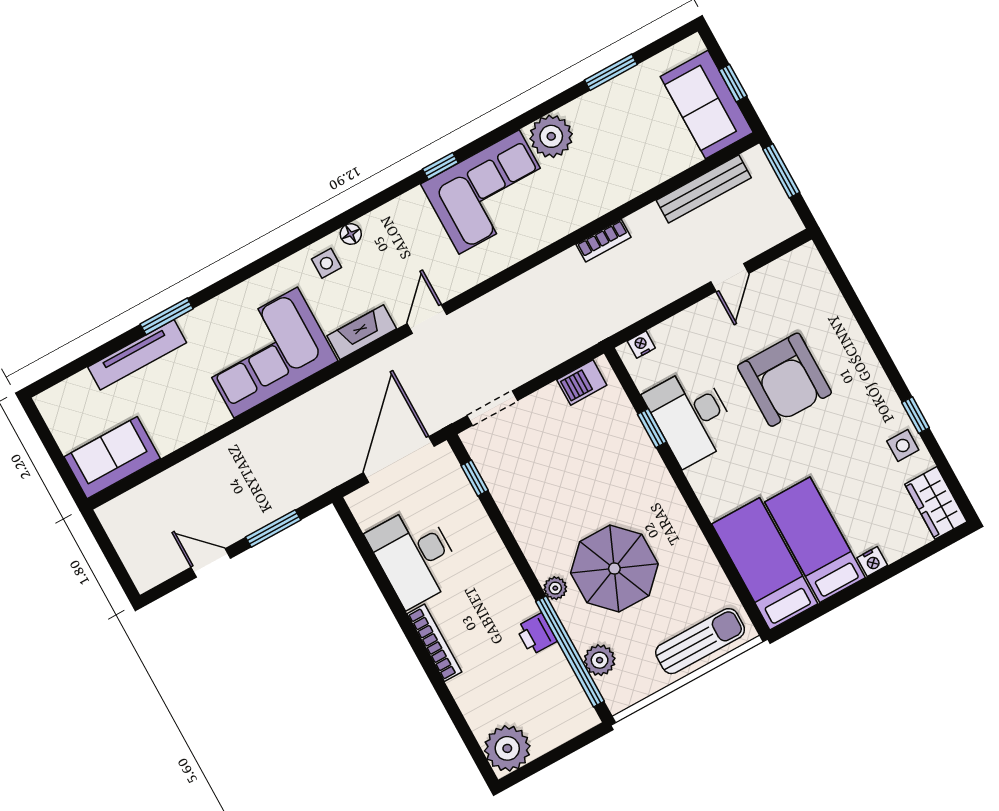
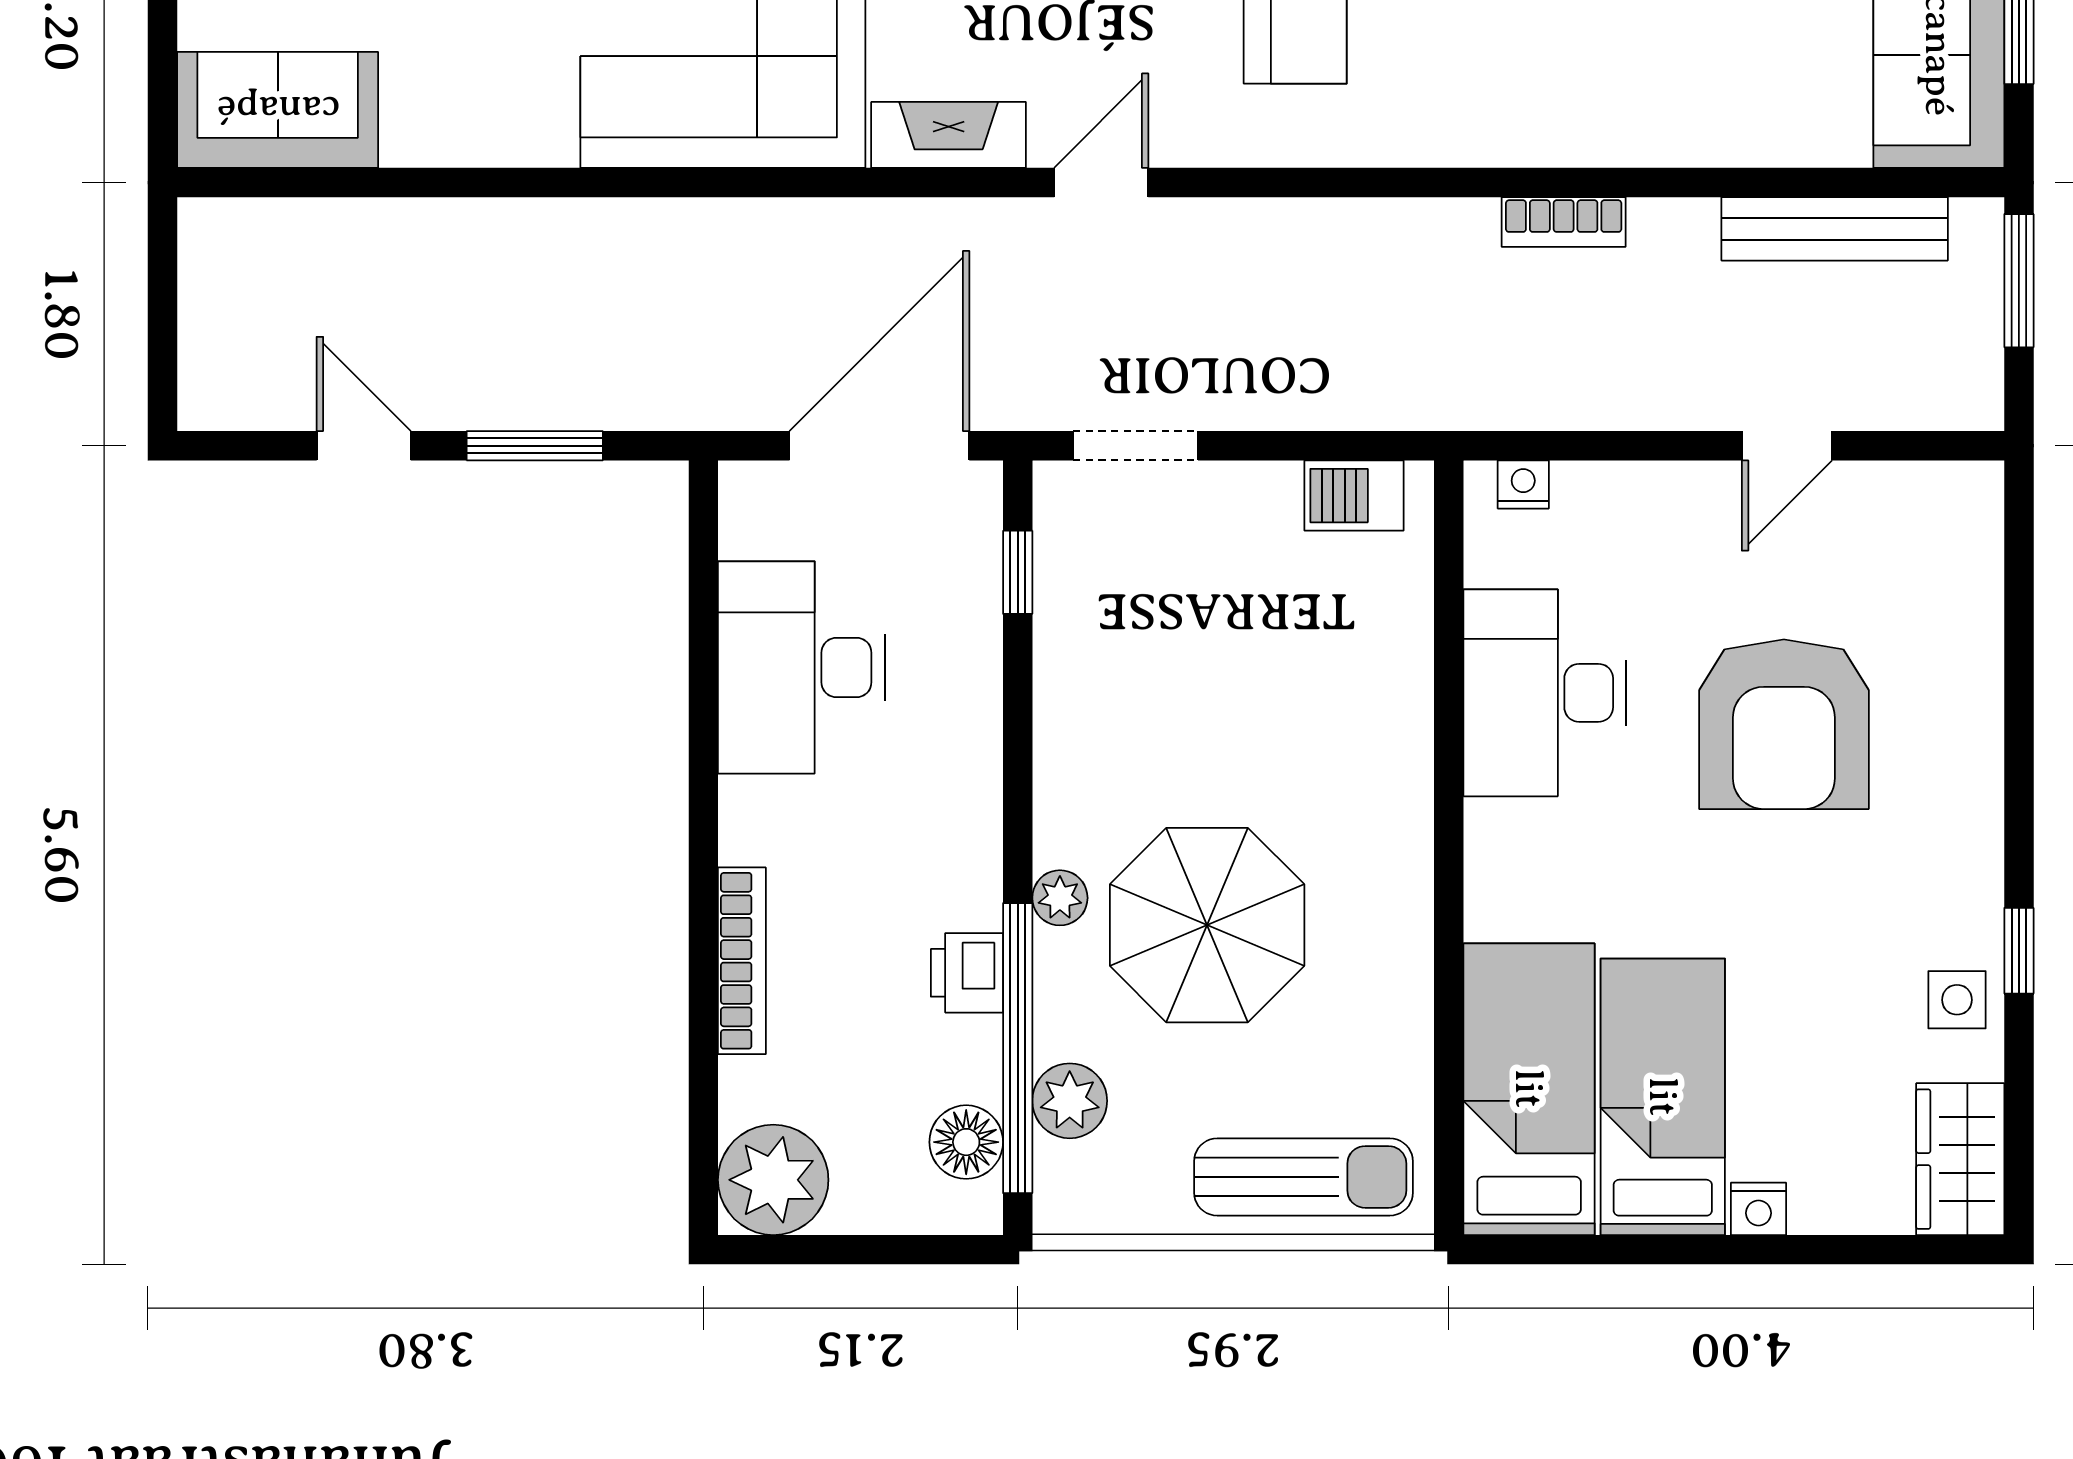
window: (652, 428) -> (1449, 673), removed
bookcase: (434, 643) -> (742, 961), moved
floor lamp: (570, 696) -> (966, 1142), added

